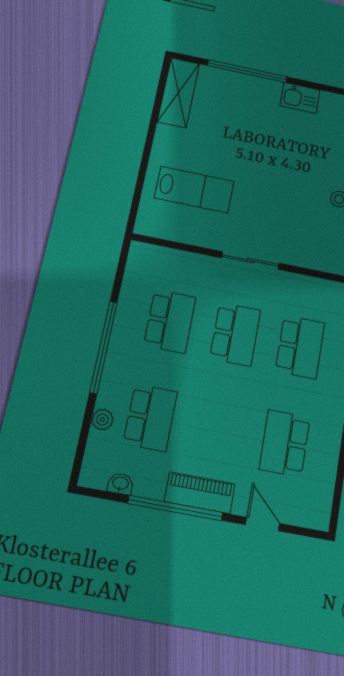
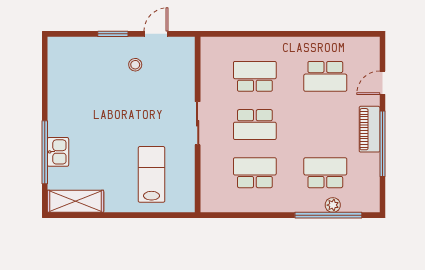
kitchen sink: (300, 98) -> (58, 152), moved
school desk: (235, 334) -> (255, 125), turned 180
window: (104, 347) -> (328, 215), moved
washbasin: (120, 484) -> (373, 184), removed

